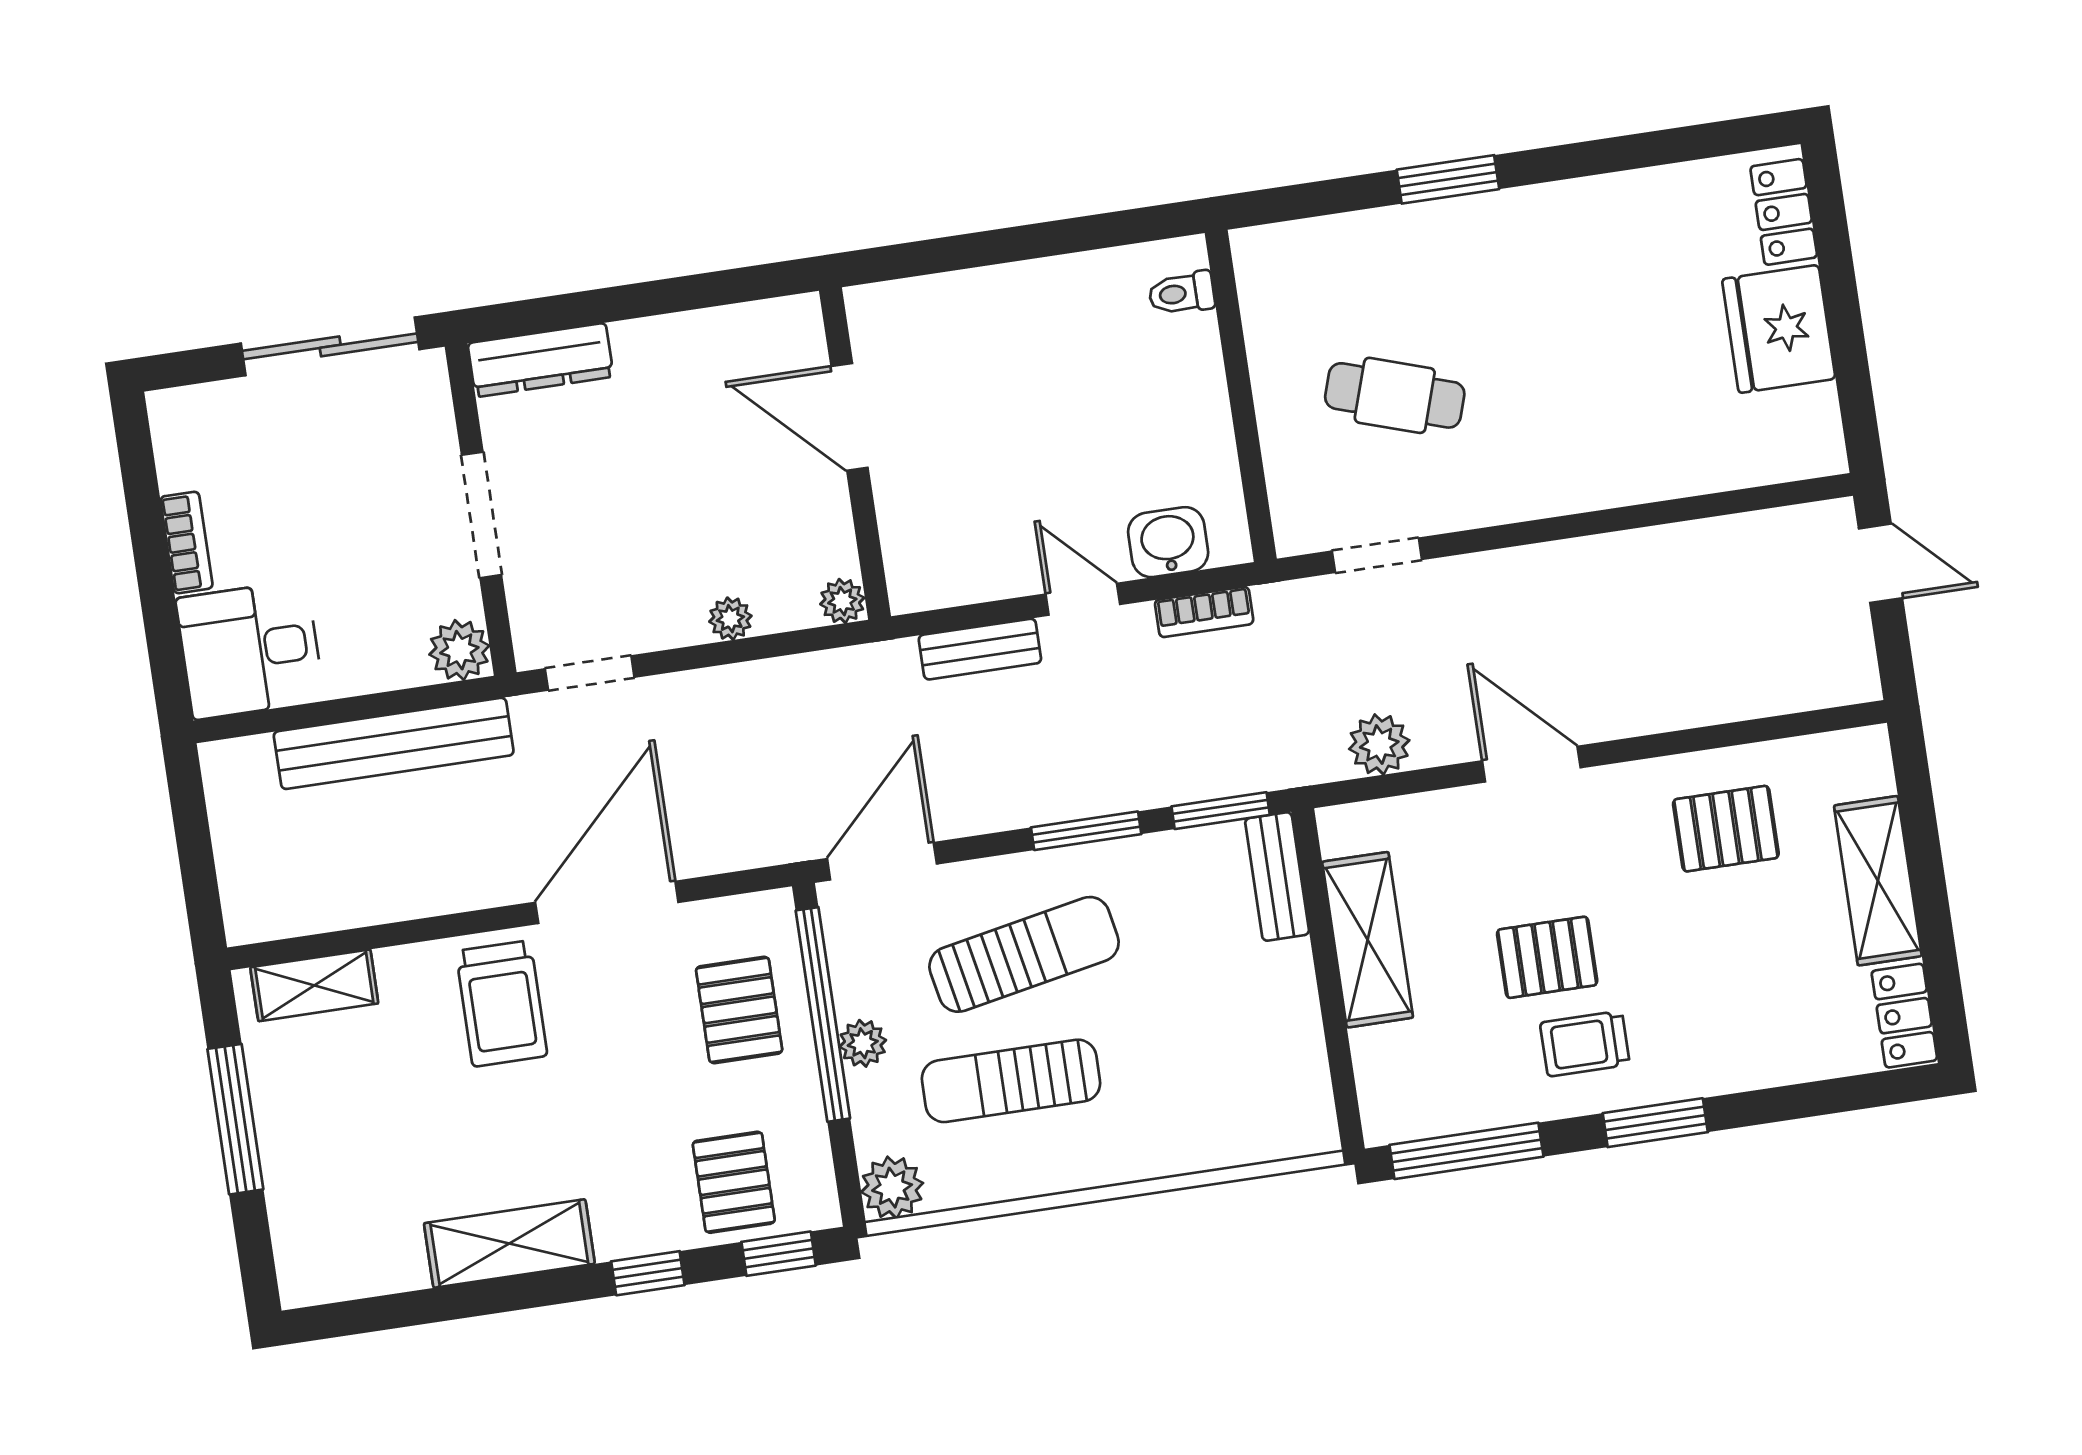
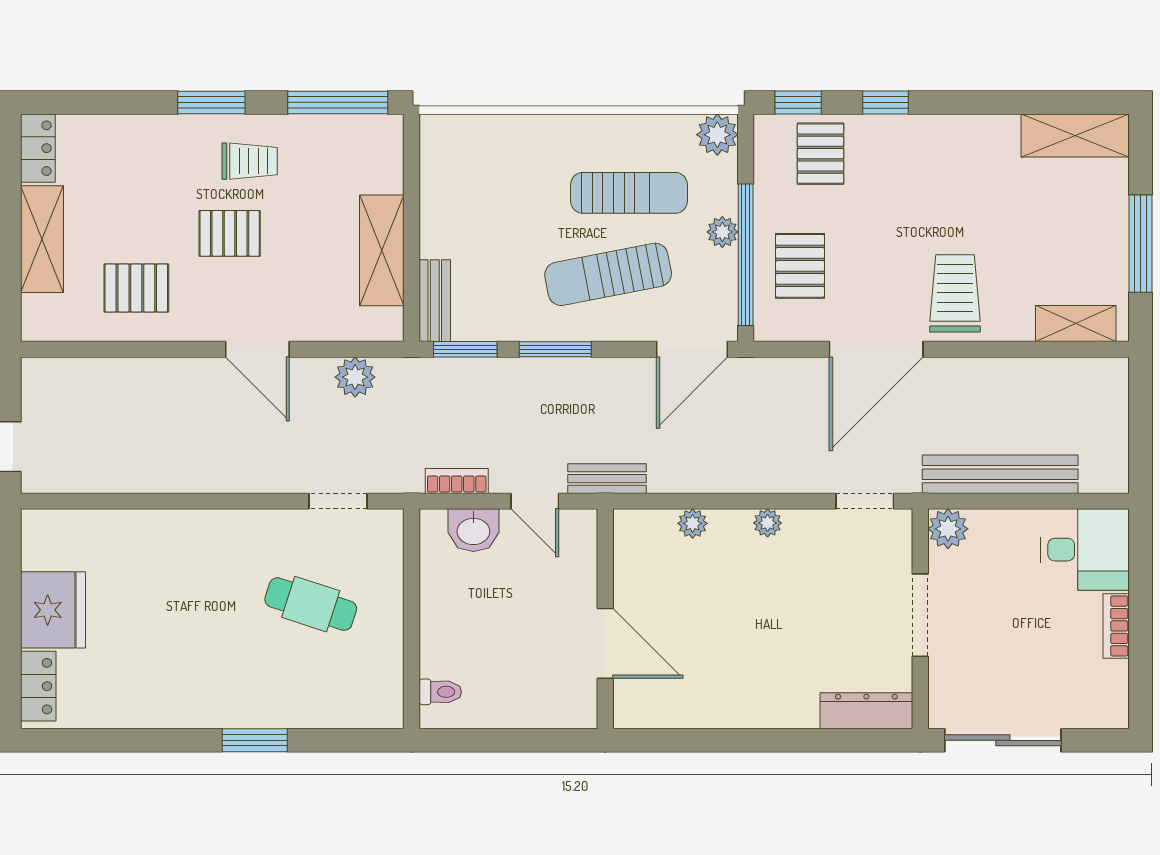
door: (850, 417) -> (605, 643), moved
wall: (855, 454) -> (605, 619), moved
pallet: (1547, 957) -> (230, 233), moved
shelving: (509, 1243) -> (1075, 135), moved

